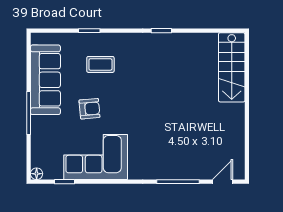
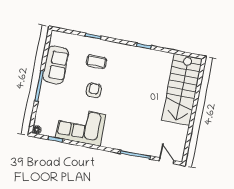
stairs: (232, 67) -> (182, 89), width x1.36, depth x1.51
sofa: (45, 80) -> (56, 65), width x0.73
armchair: (89, 109) -> (94, 90), moved, turned -85
door: (222, 182) -> (166, 161), hinge flipped

